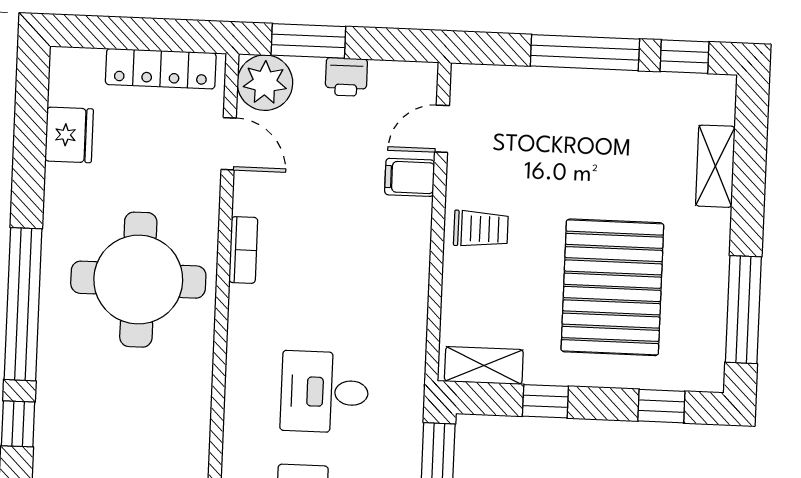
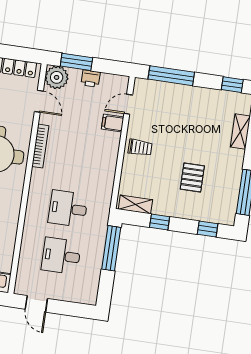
window: (585, 53) -> (171, 76), moved
bookcase: (243, 250) -> (40, 146), width x1.56
pallet: (612, 287) -> (192, 177), width x0.49, depth x0.50

